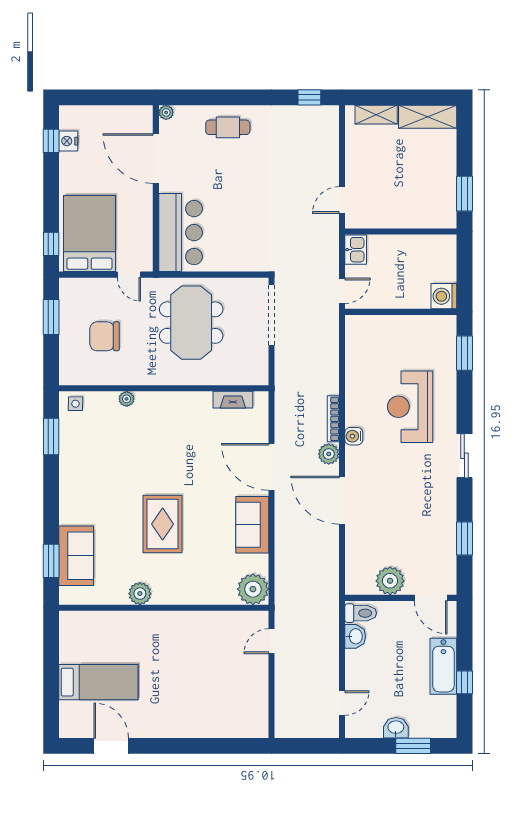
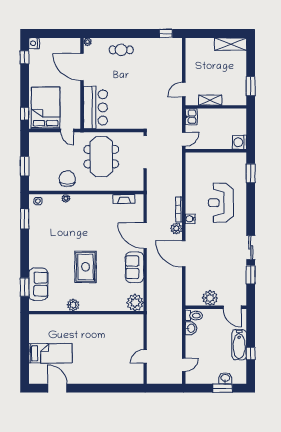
shelving: (376, 115) -> (210, 100), moved
nightstand: (68, 141) -> (34, 43), moved
window: (51, 317) -> (25, 166), moved
chair: (105, 336) -> (67, 179), moved, turned 90
sliding door: (464, 456) -> (251, 247), moved
door: (272, 641) -> (145, 357), moved
washbasin: (396, 728) -> (225, 378), moved

